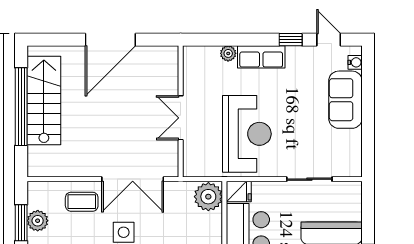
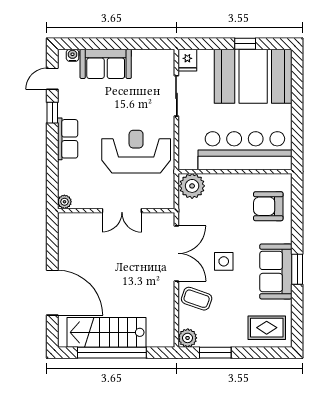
door: (110, 40) -> (52, 293), moved
plant: (228, 53) -> (64, 202), moved
fridge: (239, 191) -> (187, 60), moved, turned 180
coffee table: (82, 202) -> (197, 299), turned -71
plant: (38, 221) -> (188, 338), moved

